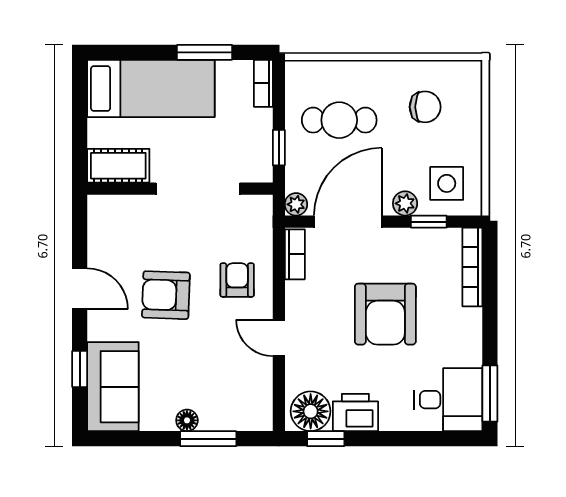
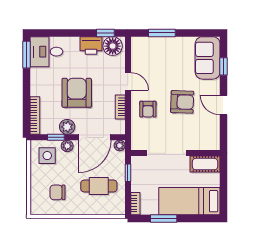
plant: (405, 243) -> (67, 127), added
bookcase: (295, 254) -> (120, 107), moved
floor lamp: (187, 420) -> (172, 42), removed

